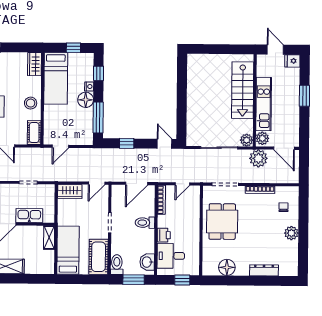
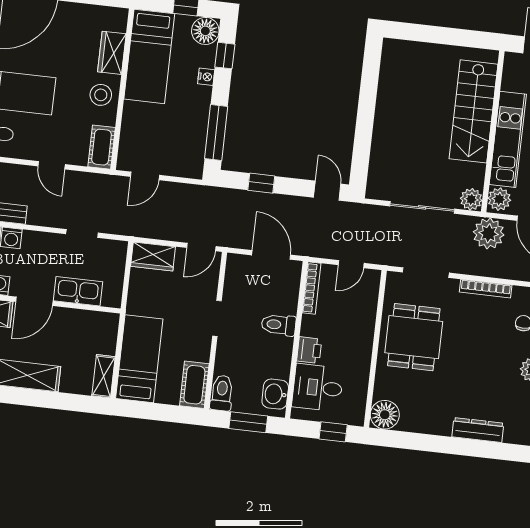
wardrobe: (34, 64) -> (112, 53), moved
floor lamp: (86, 100) -> (205, 31), moved
door: (137, 184) -> (271, 255), swing flipped
shelving: (49, 238) -> (103, 376), moved
cot: (98, 257) -> (194, 385), width x0.73, depth x0.75
floor lamp: (227, 267) -> (385, 415), moved

